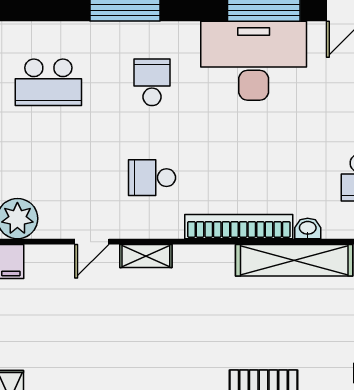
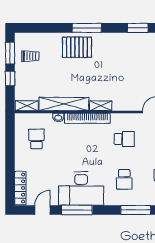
shelving: (146, 256) -> (101, 106), moved

